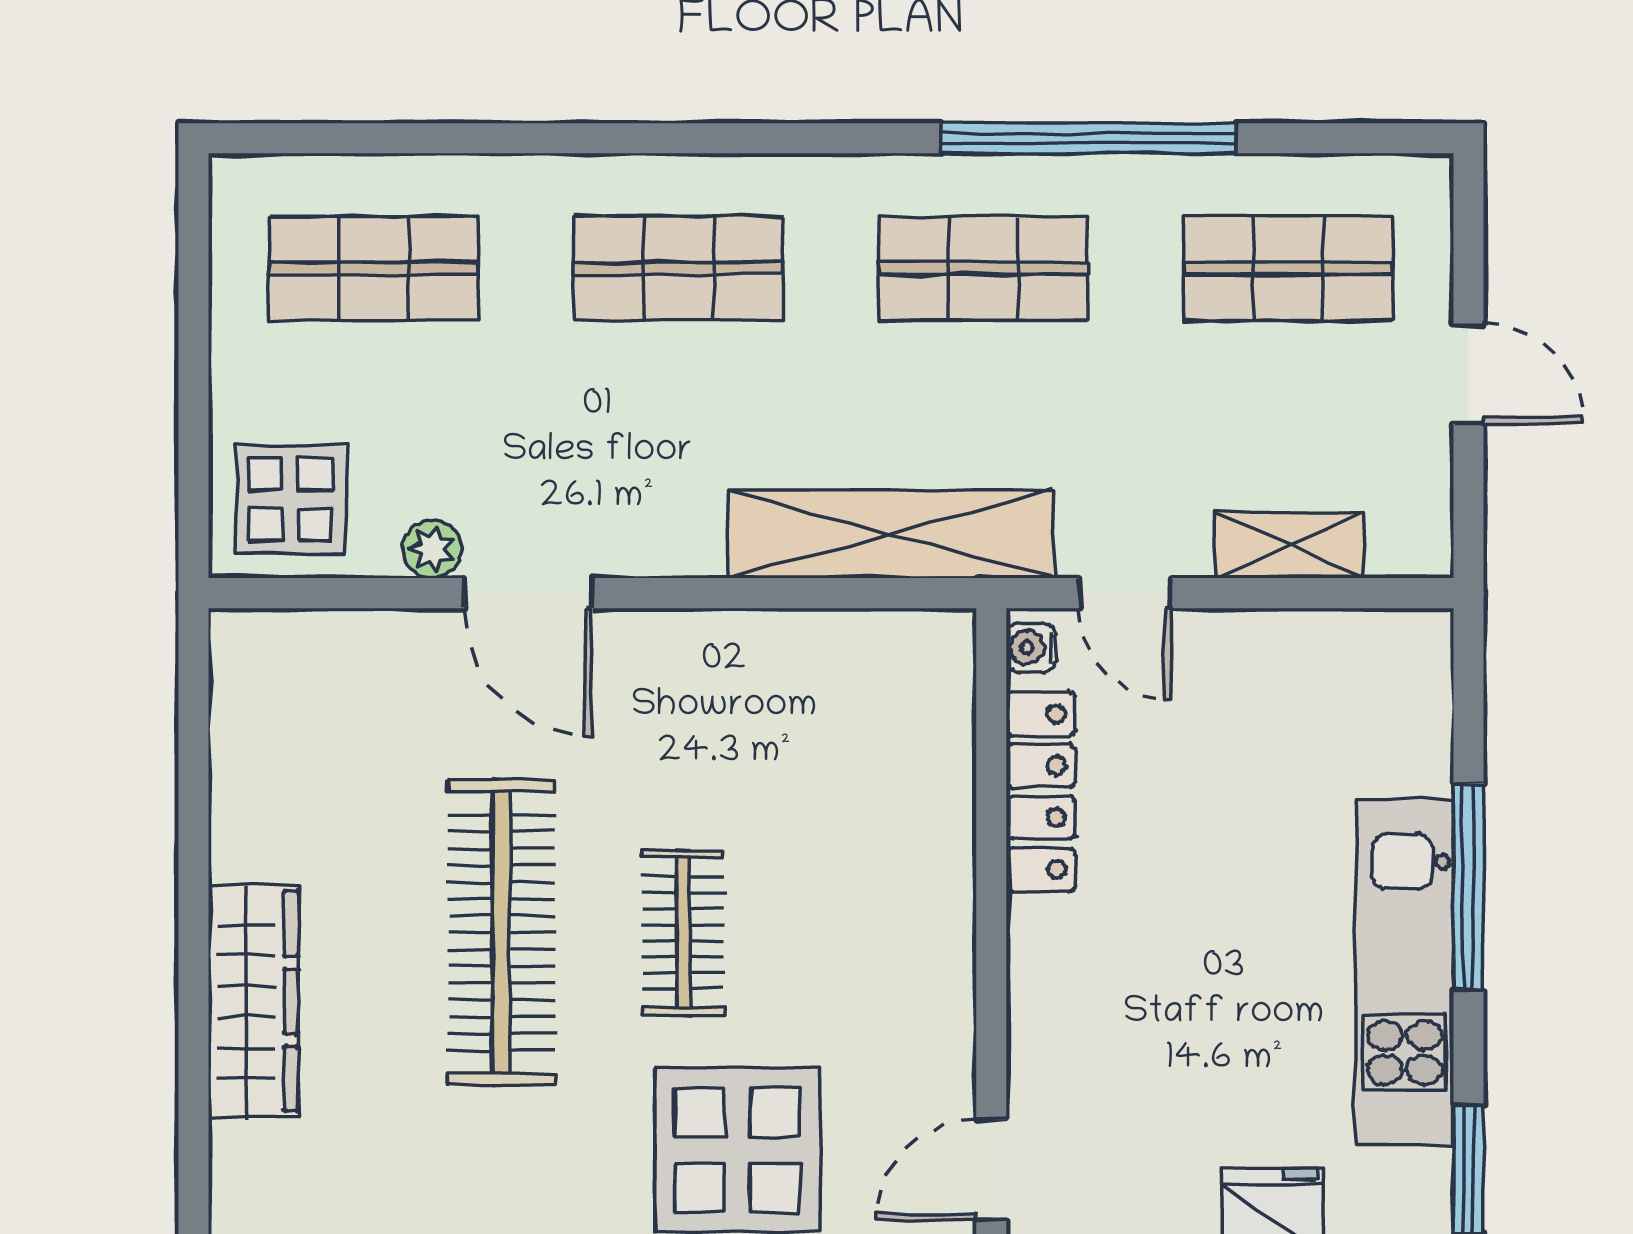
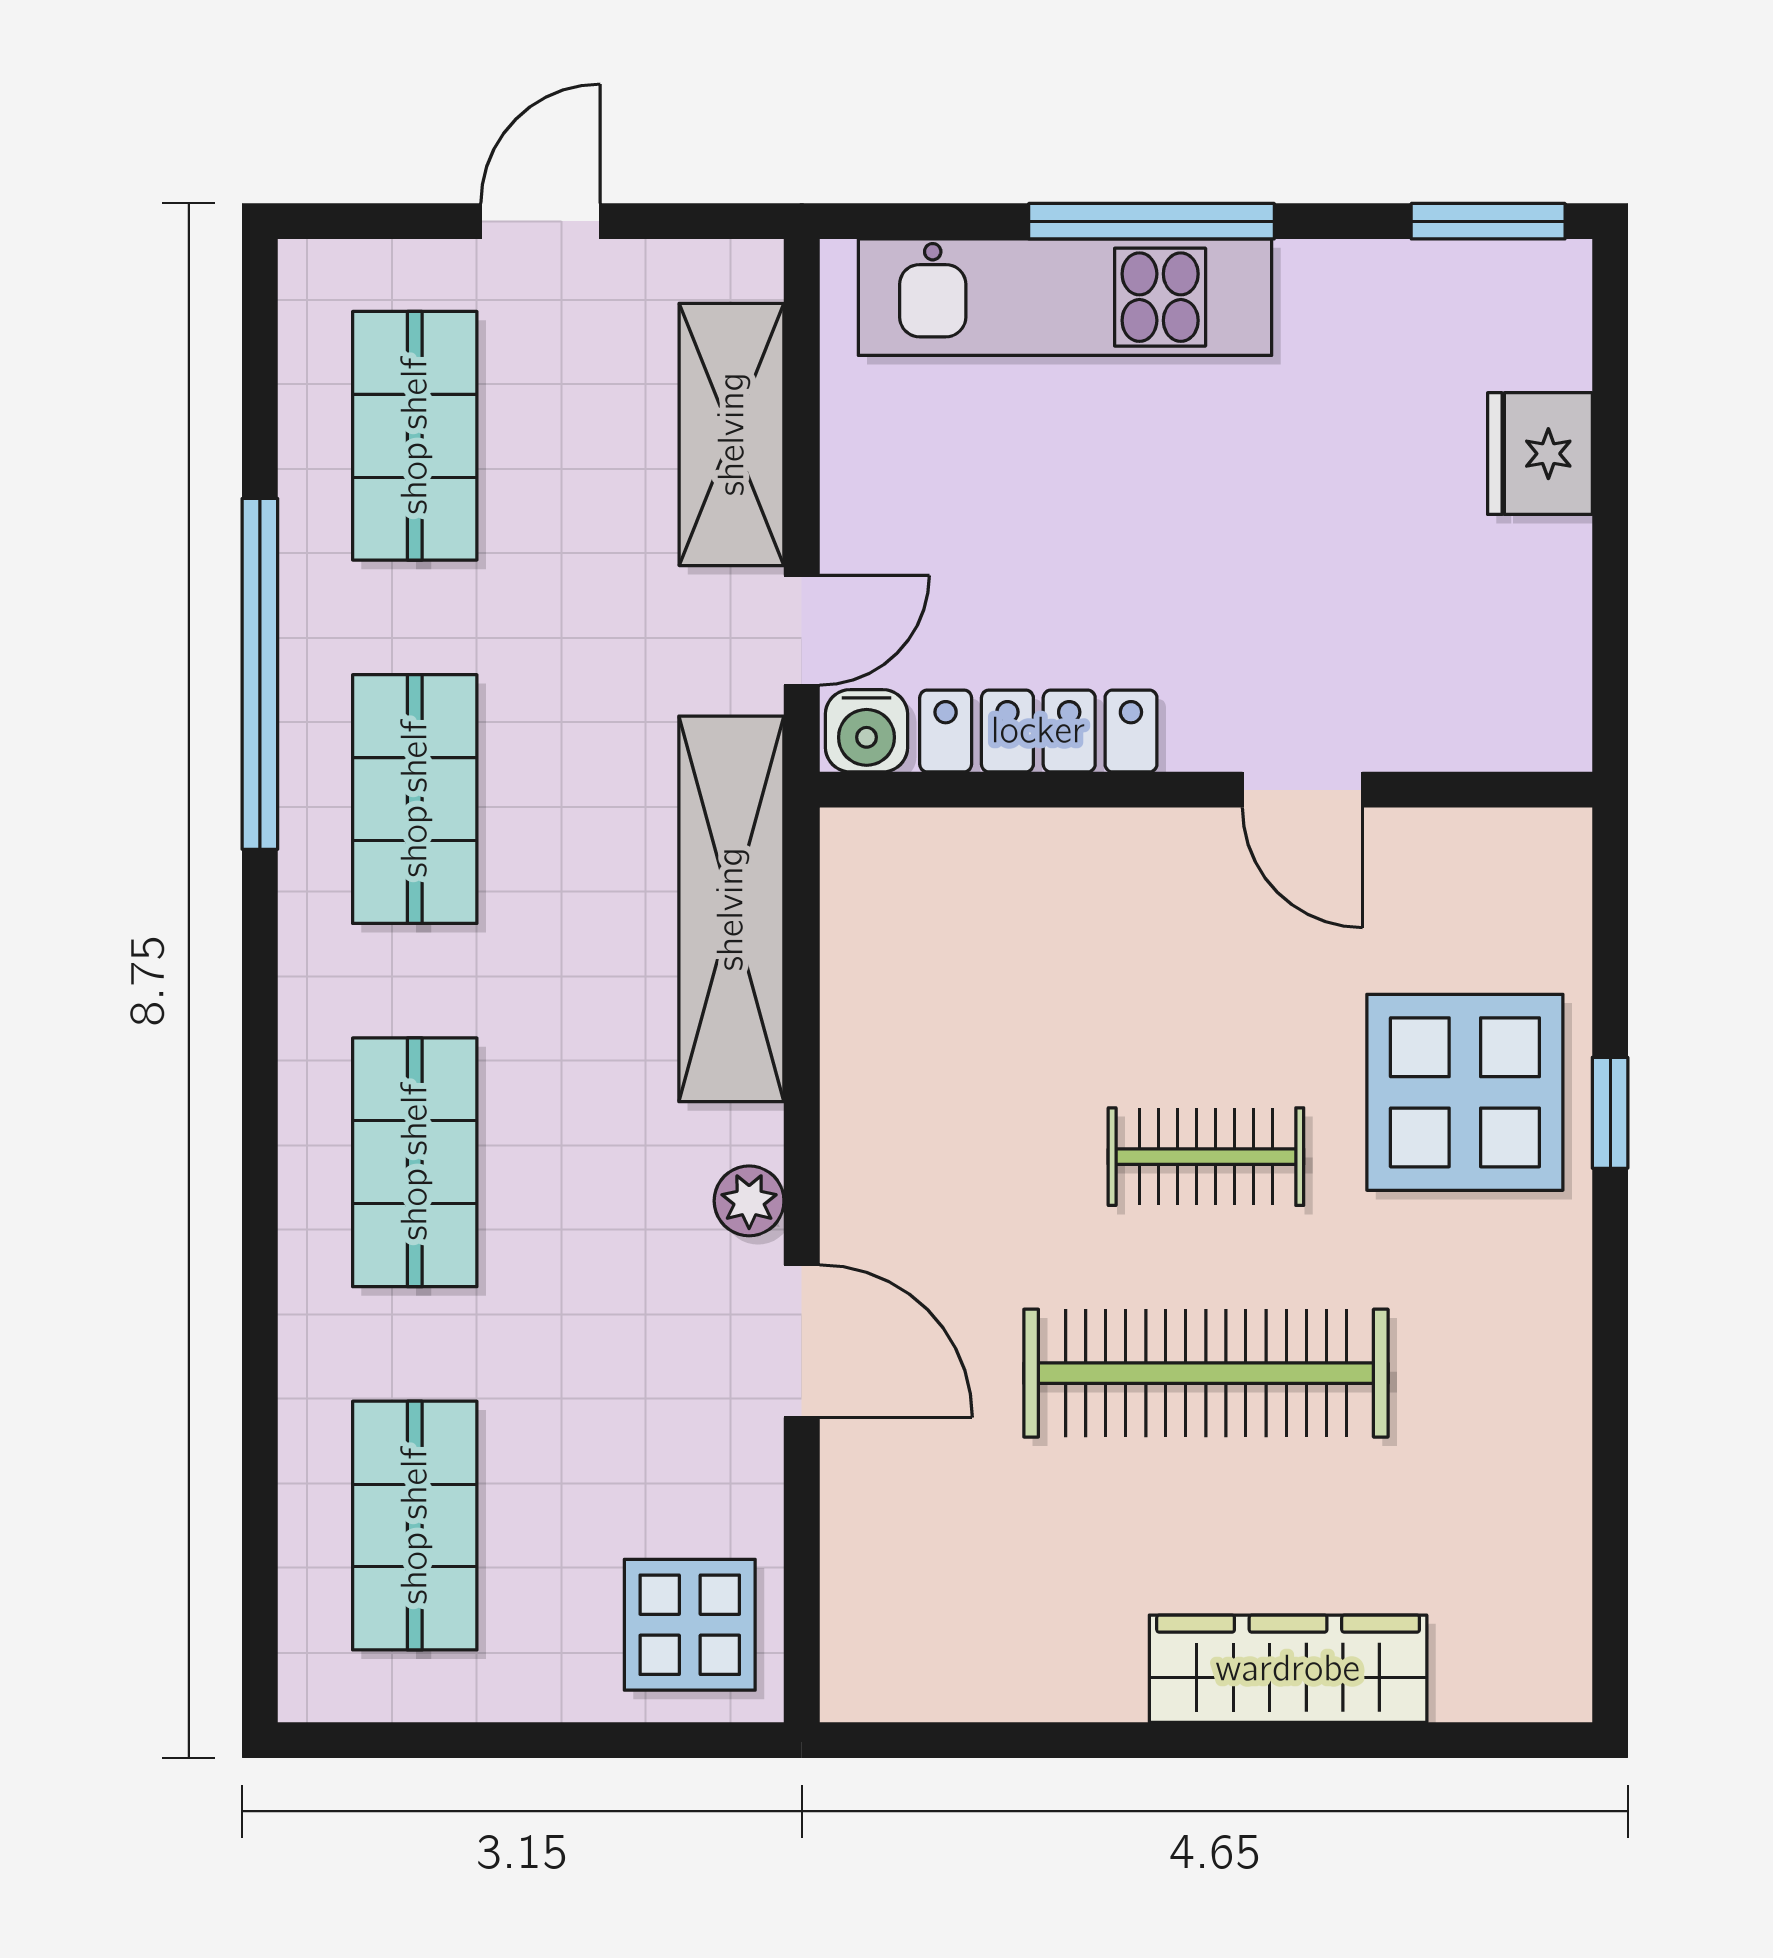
shelving: (1289, 545) -> (732, 434), width x1.50, depth x1.33
plant: (432, 549) -> (749, 1201), moved
door: (528, 593) -> (802, 1341), hinge flipped
water cooler: (1031, 647) -> (867, 731), width x1.38, depth x1.38
kitchen unit: (1405, 973) -> (1065, 297), moved
door: (991, 1170) -> (1302, 790), moved

